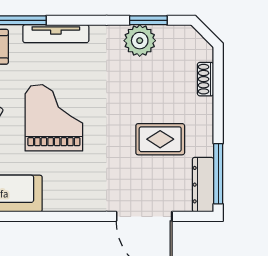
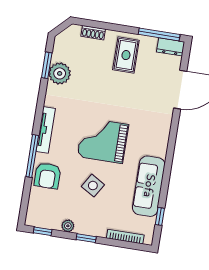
rug: (160, 139) -> (126, 55), moved
dresser: (203, 185) -> (171, 47), width x0.70

